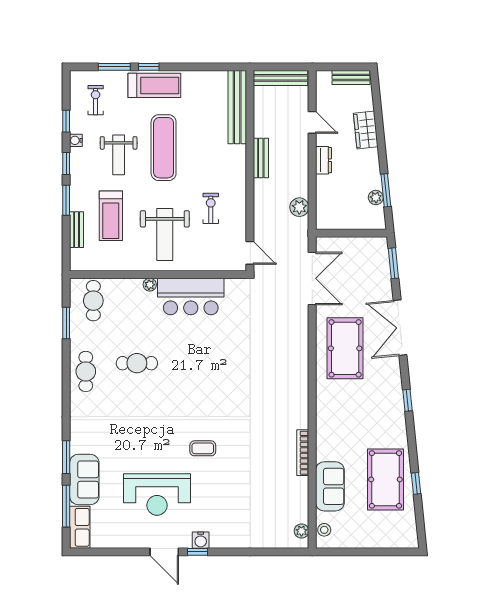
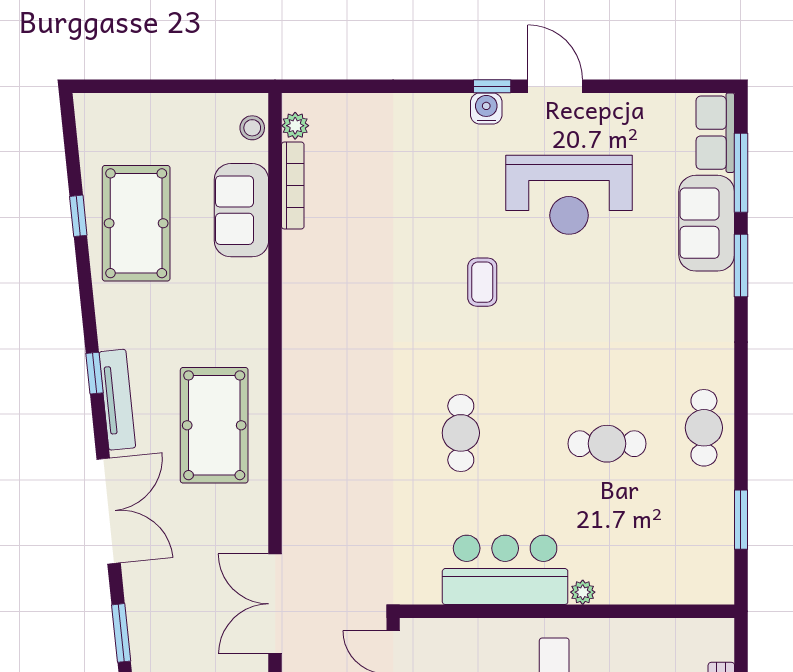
cafe table: (93, 301) -> (461, 433), moved
pool table: (345, 348) -> (214, 425), moved
tv unit: (395, 386) -> (117, 400), added
coffee table: (203, 448) -> (482, 282), turned 90
bookcase: (303, 453) -> (293, 186), moved
reception desk: (157, 494) -> (569, 195), turned 180

